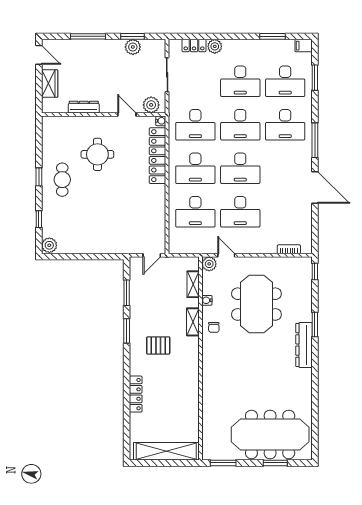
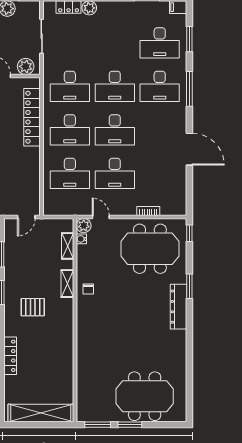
desk: (240, 81) -> (115, 43), removed
water cooler: (161, 121) -> (35, 82), removed
window: (315, 140) -> (189, 89), moved
bookcase: (289, 249) -> (148, 211), moved
water cooler: (207, 300) -> (81, 239), moved
meeting table: (256, 304) -> (150, 249), moved, turned 90
meeting table: (270, 434) -> (145, 396), width x0.73
window: (275, 463) -> (130, 425), moved

